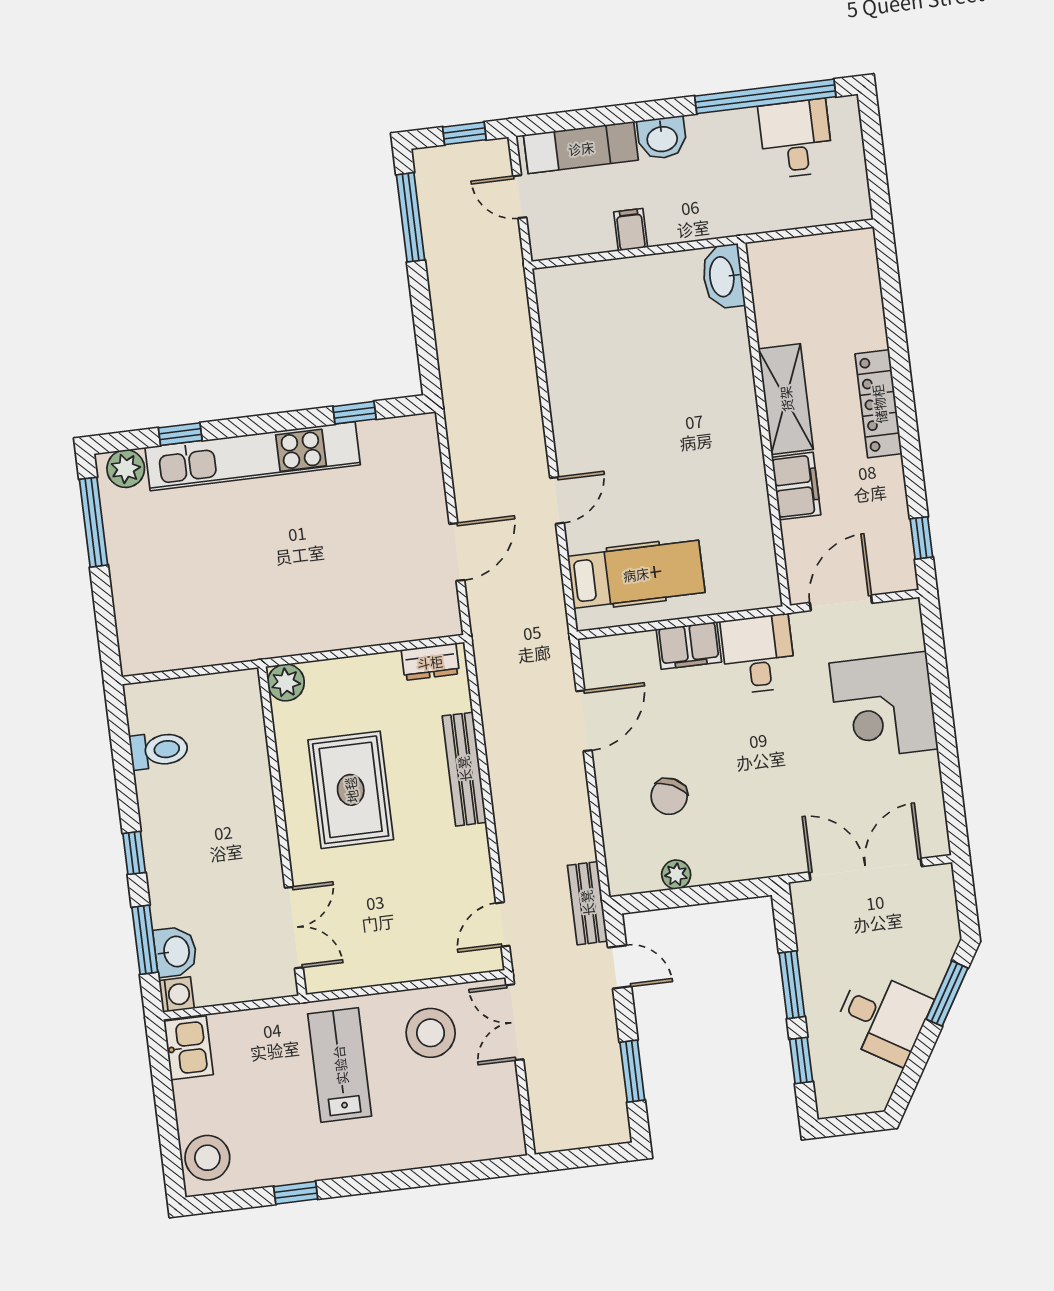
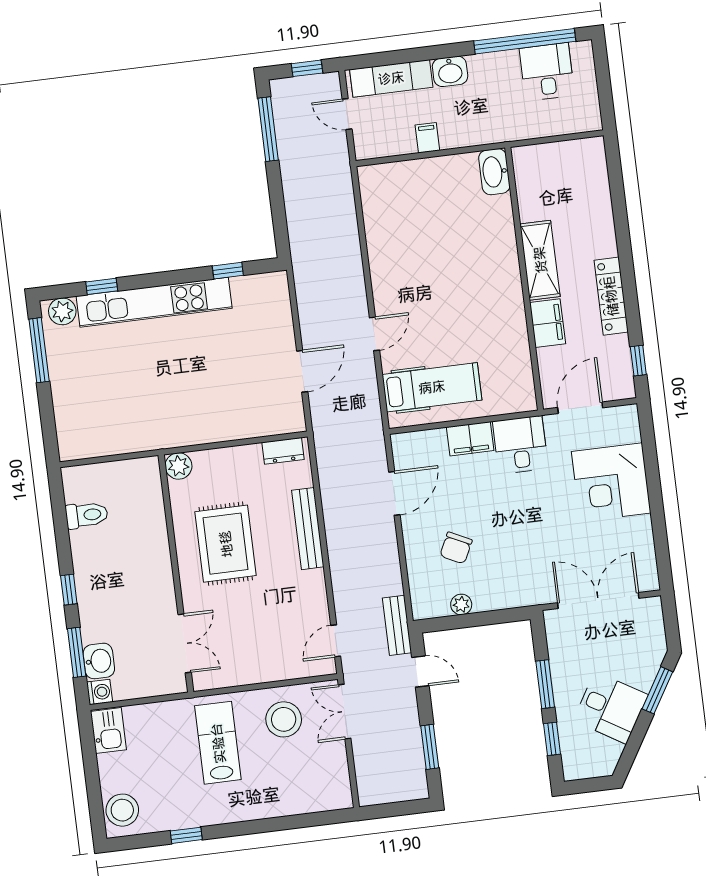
locker: (879, 404) -> (611, 296), moved

